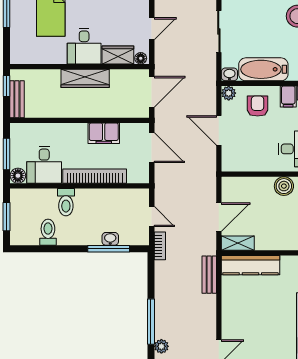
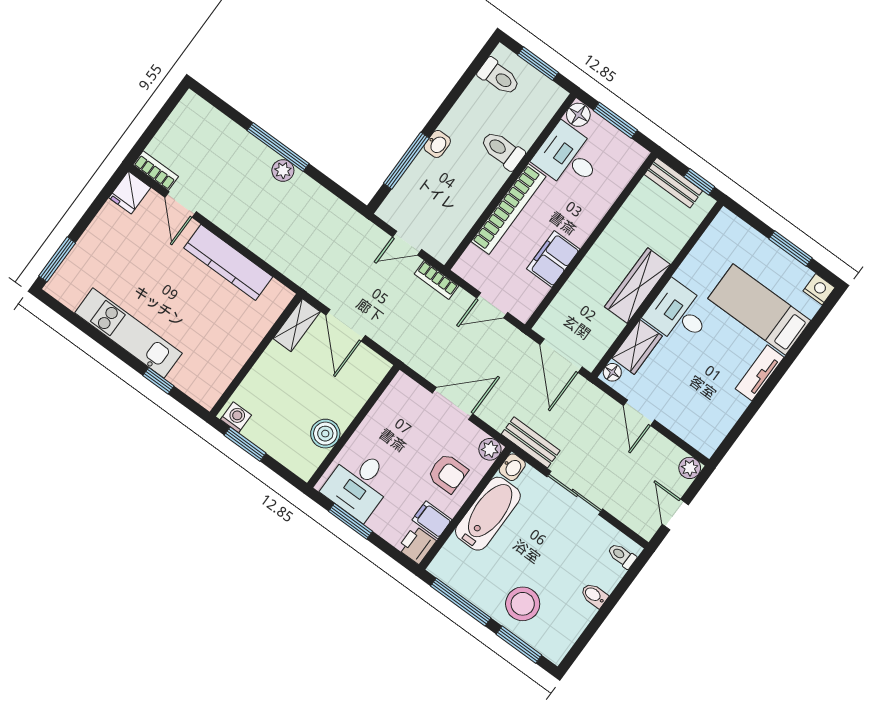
door: (152, 148) -> (492, 305), width x0.73
toilet: (48, 232) -> (499, 77), moved
washbasin: (110, 239) -> (437, 144), moved
bookcase: (160, 246) -> (436, 280), moved
kitchen counter: (250, 265) -> (228, 262), moved, turned -90
bench: (209, 275) -> (531, 442), moved
plant: (161, 346) -> (283, 170), moved

